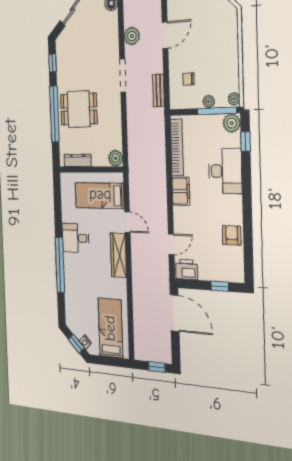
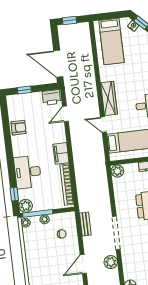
doorway: (123, 75) -> (116, 233), width x1.36
armchair: (232, 235) -> (19, 128), turned -90

